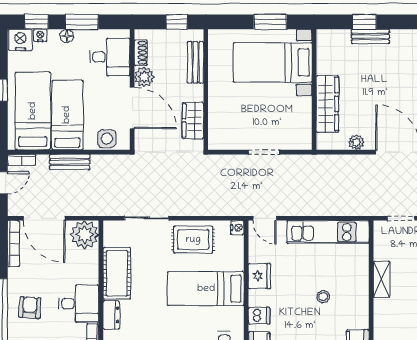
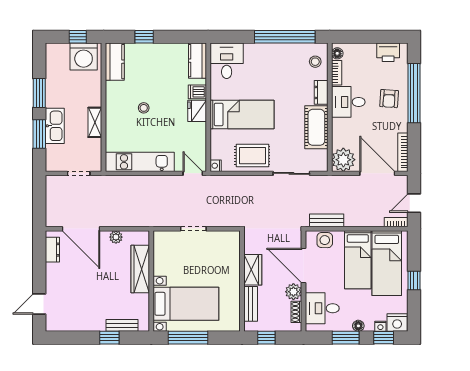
window: (270, 22) -> (188, 338), width x1.44
bench: (370, 36) -> (122, 325), moved
wardrobe: (193, 120) -> (253, 270), moved
bench: (70, 162) -> (327, 220), moved
fridge: (259, 276) -> (197, 111), moved

